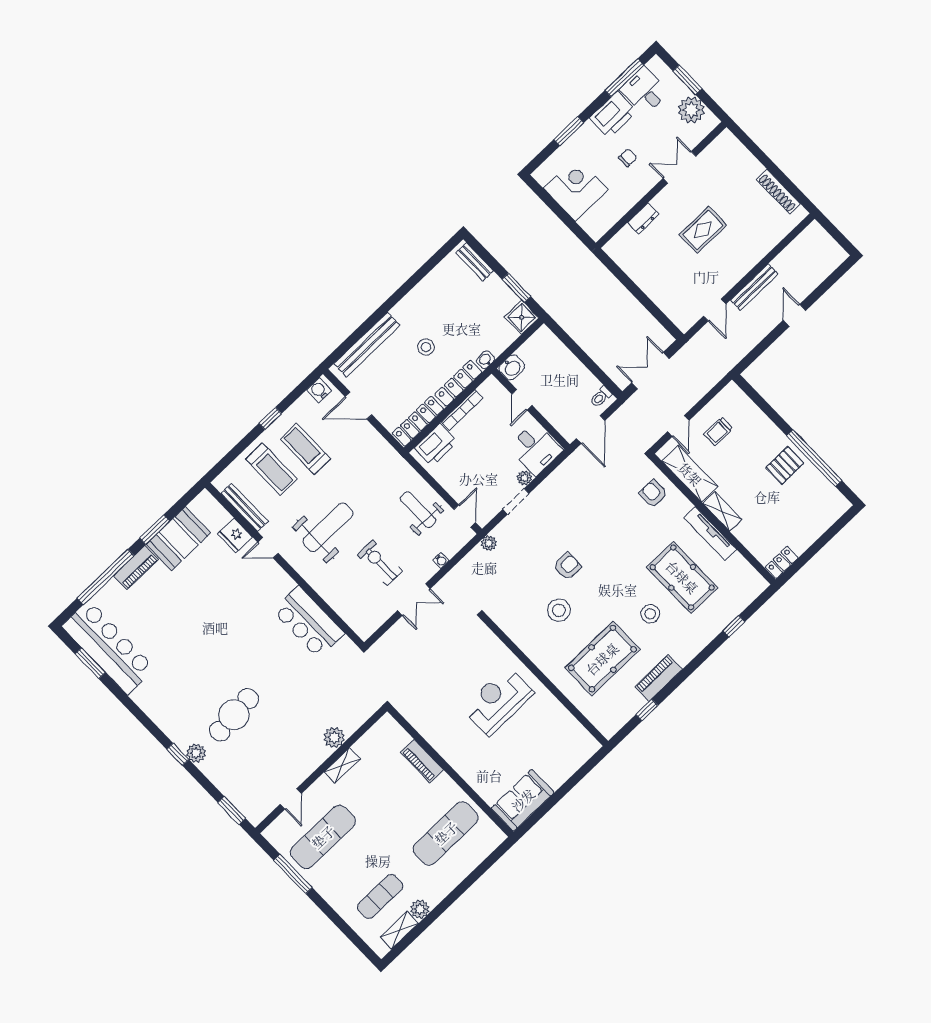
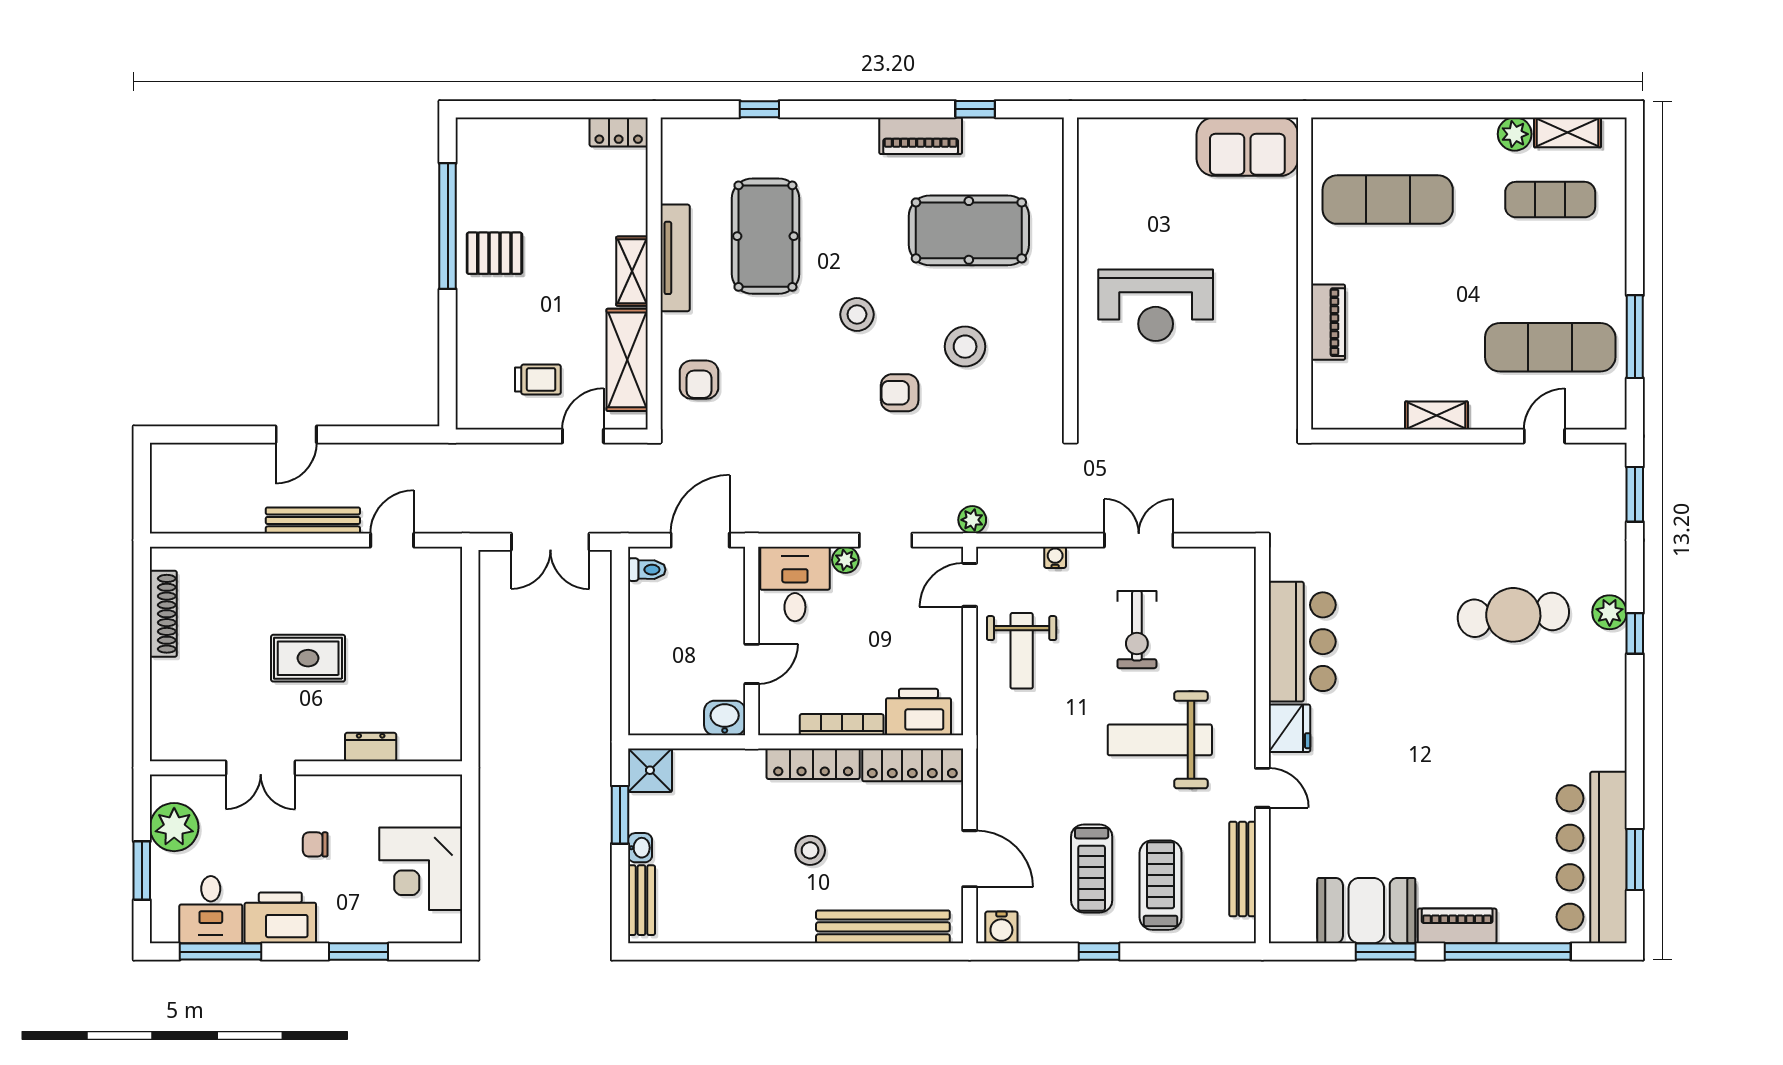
washbasin: (485, 360) -> (640, 848), moved, turned -90
fridge: (235, 535) -> (1289, 728), moved
stool: (650, 614) -> (857, 314), moved
plant: (334, 737) -> (1412, 461), removed

